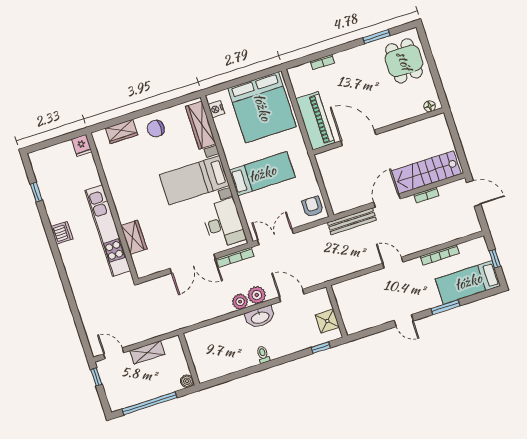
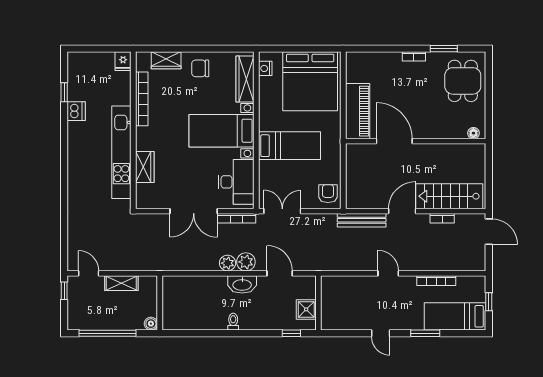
bookcase: (322, 62) -> (414, 56), moved
bookcase: (111, 175) -> (142, 99), added
dishwasher: (62, 233) -> (76, 111), moved

